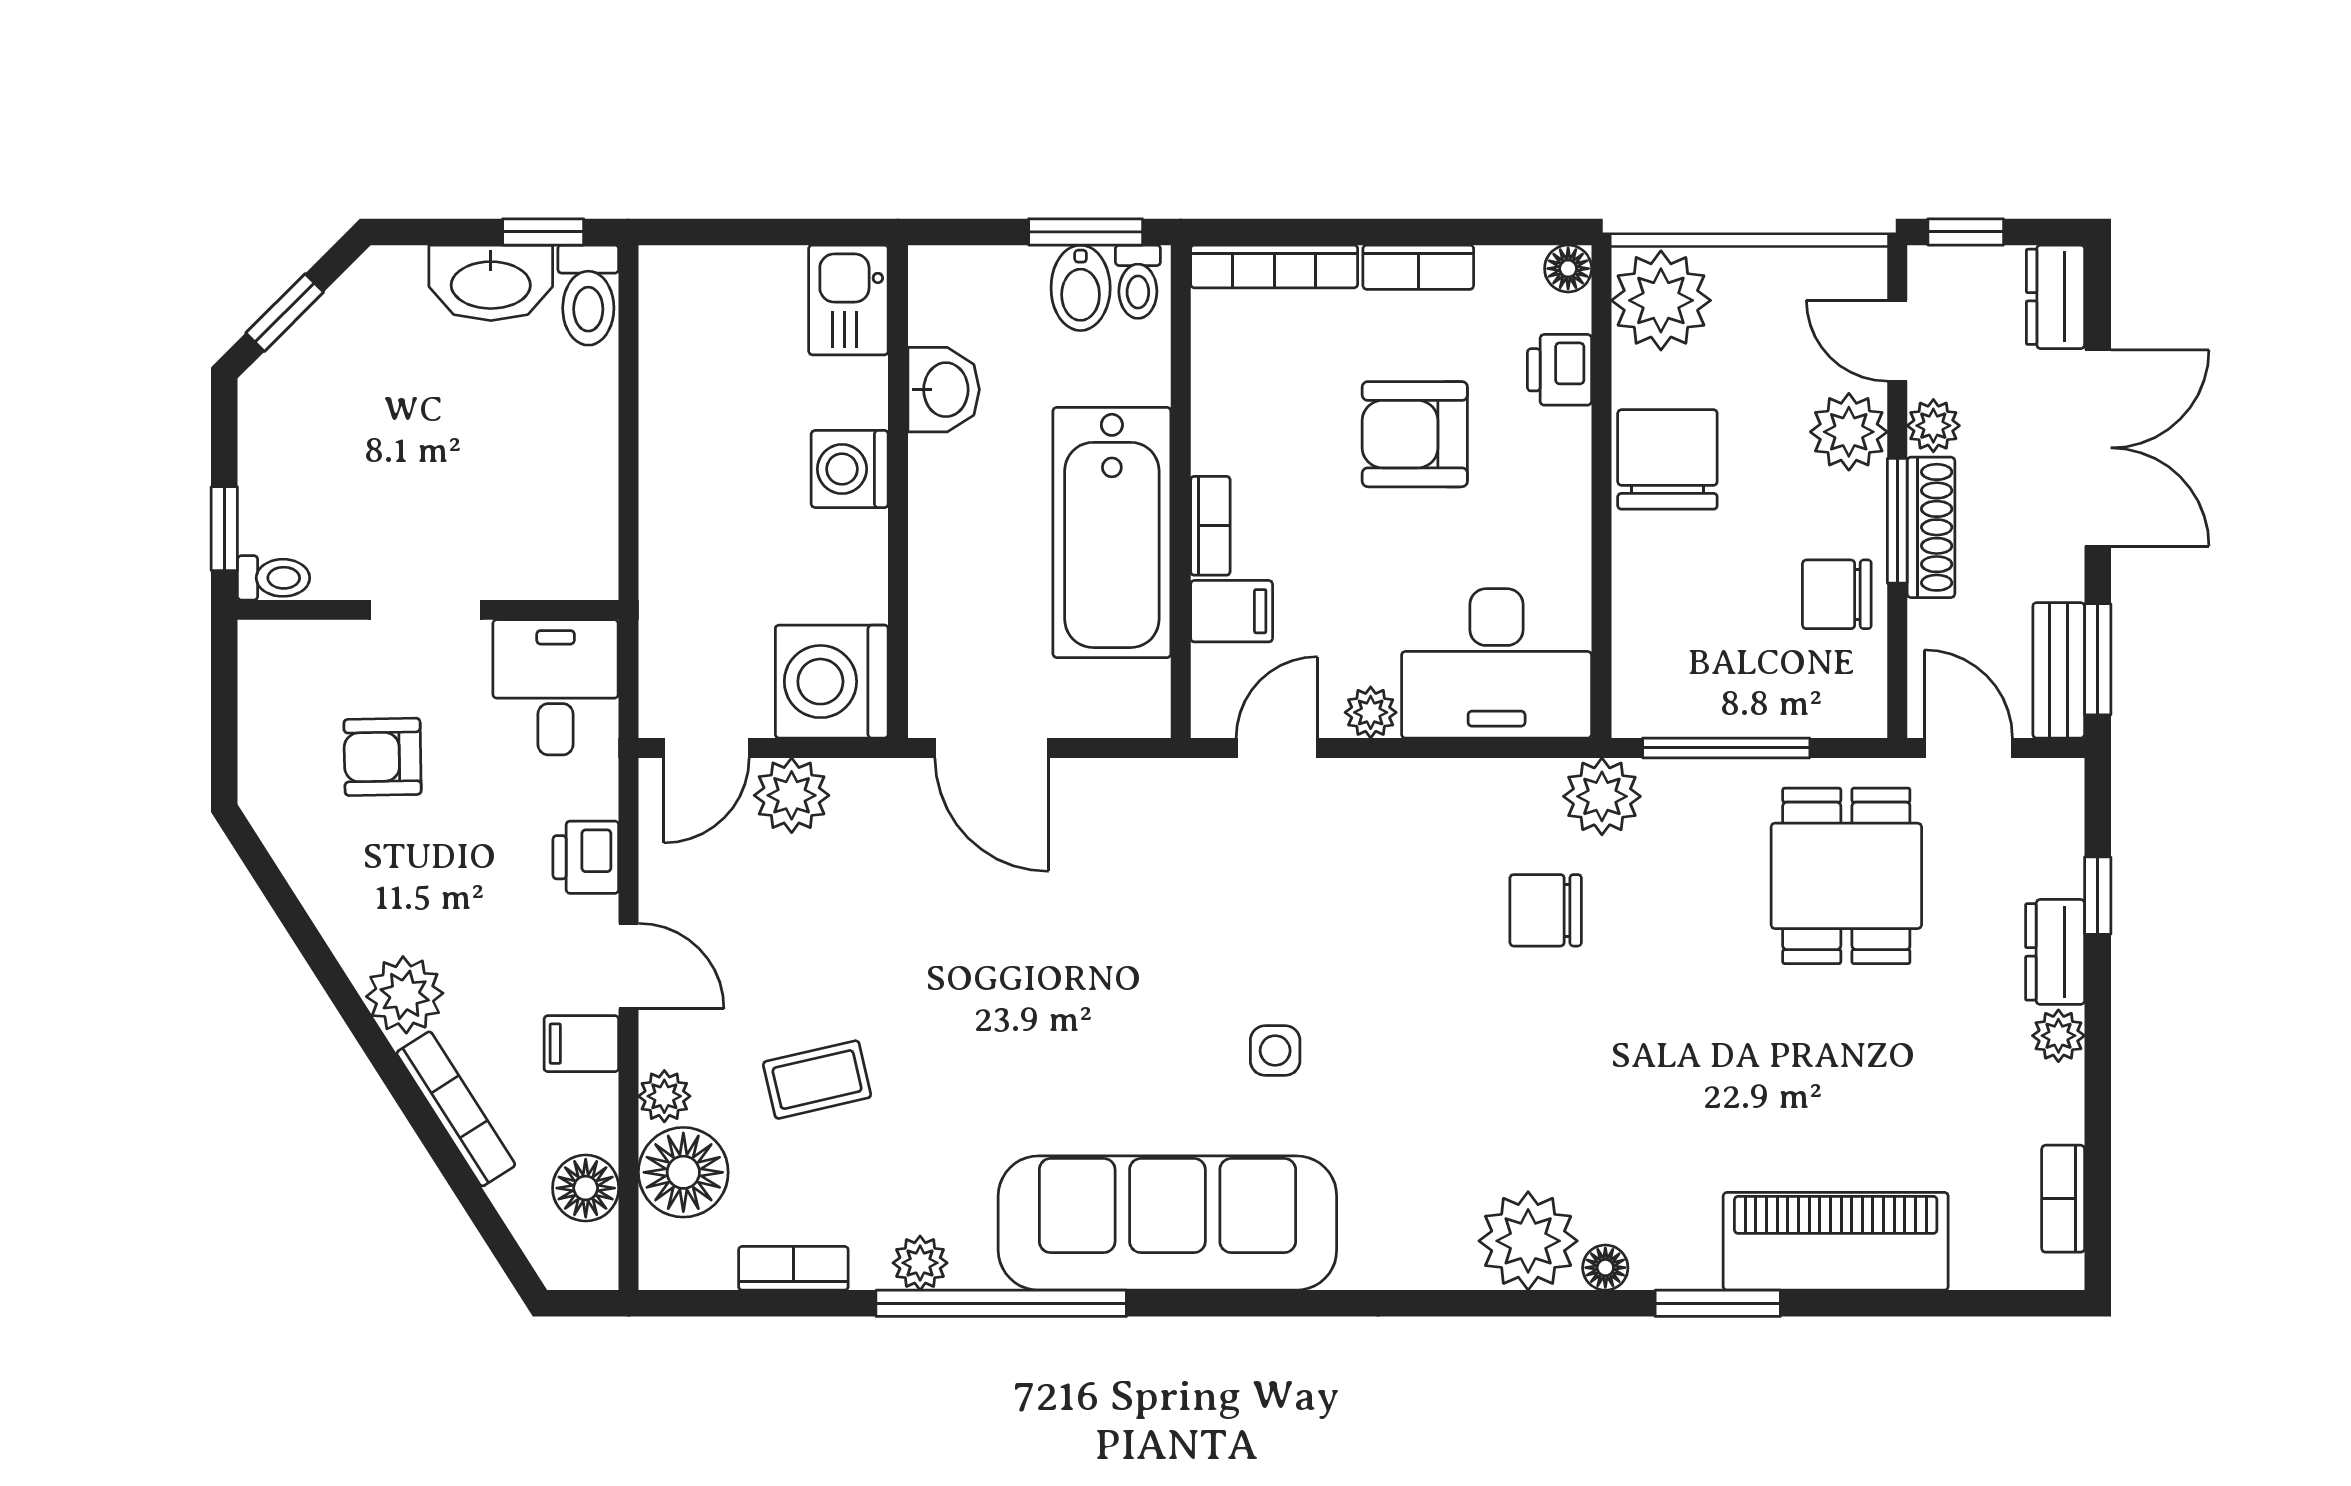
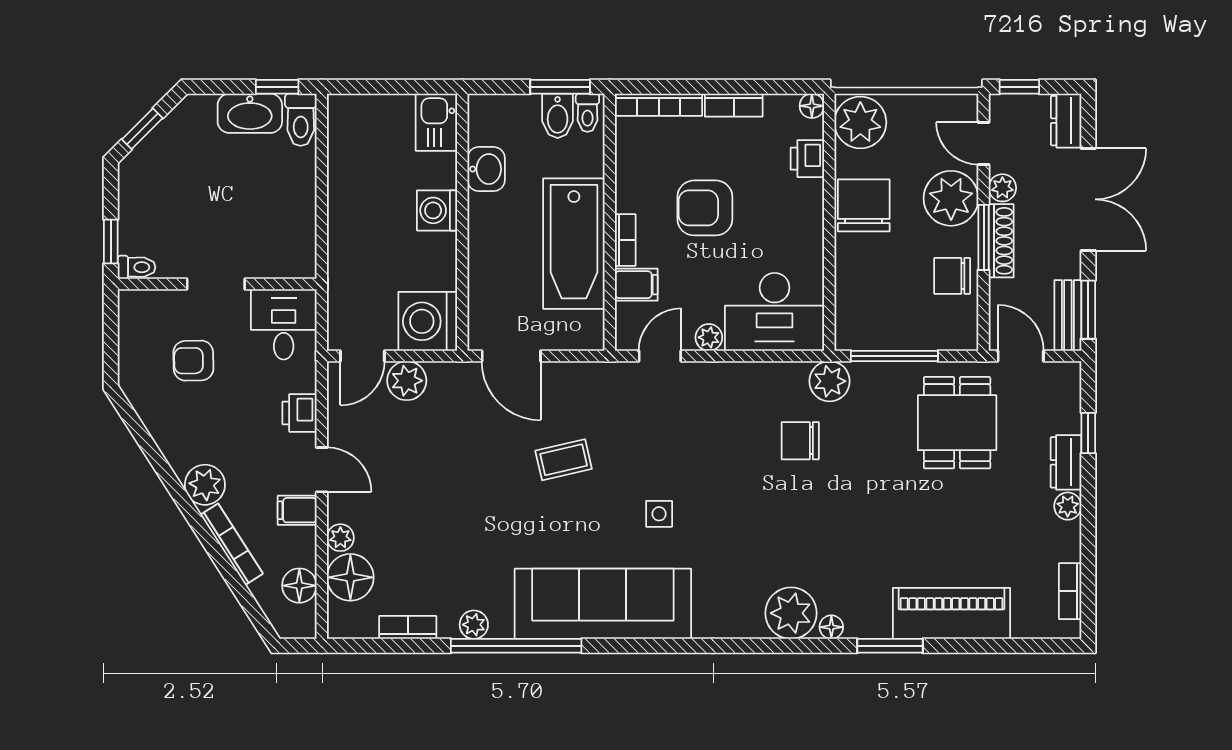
plant: (1849, 432) -> (951, 198), width x1.36, depth x1.36
armchair: (1415, 434) -> (705, 208), moved
coffee table: (817, 1080) -> (564, 460), moved

